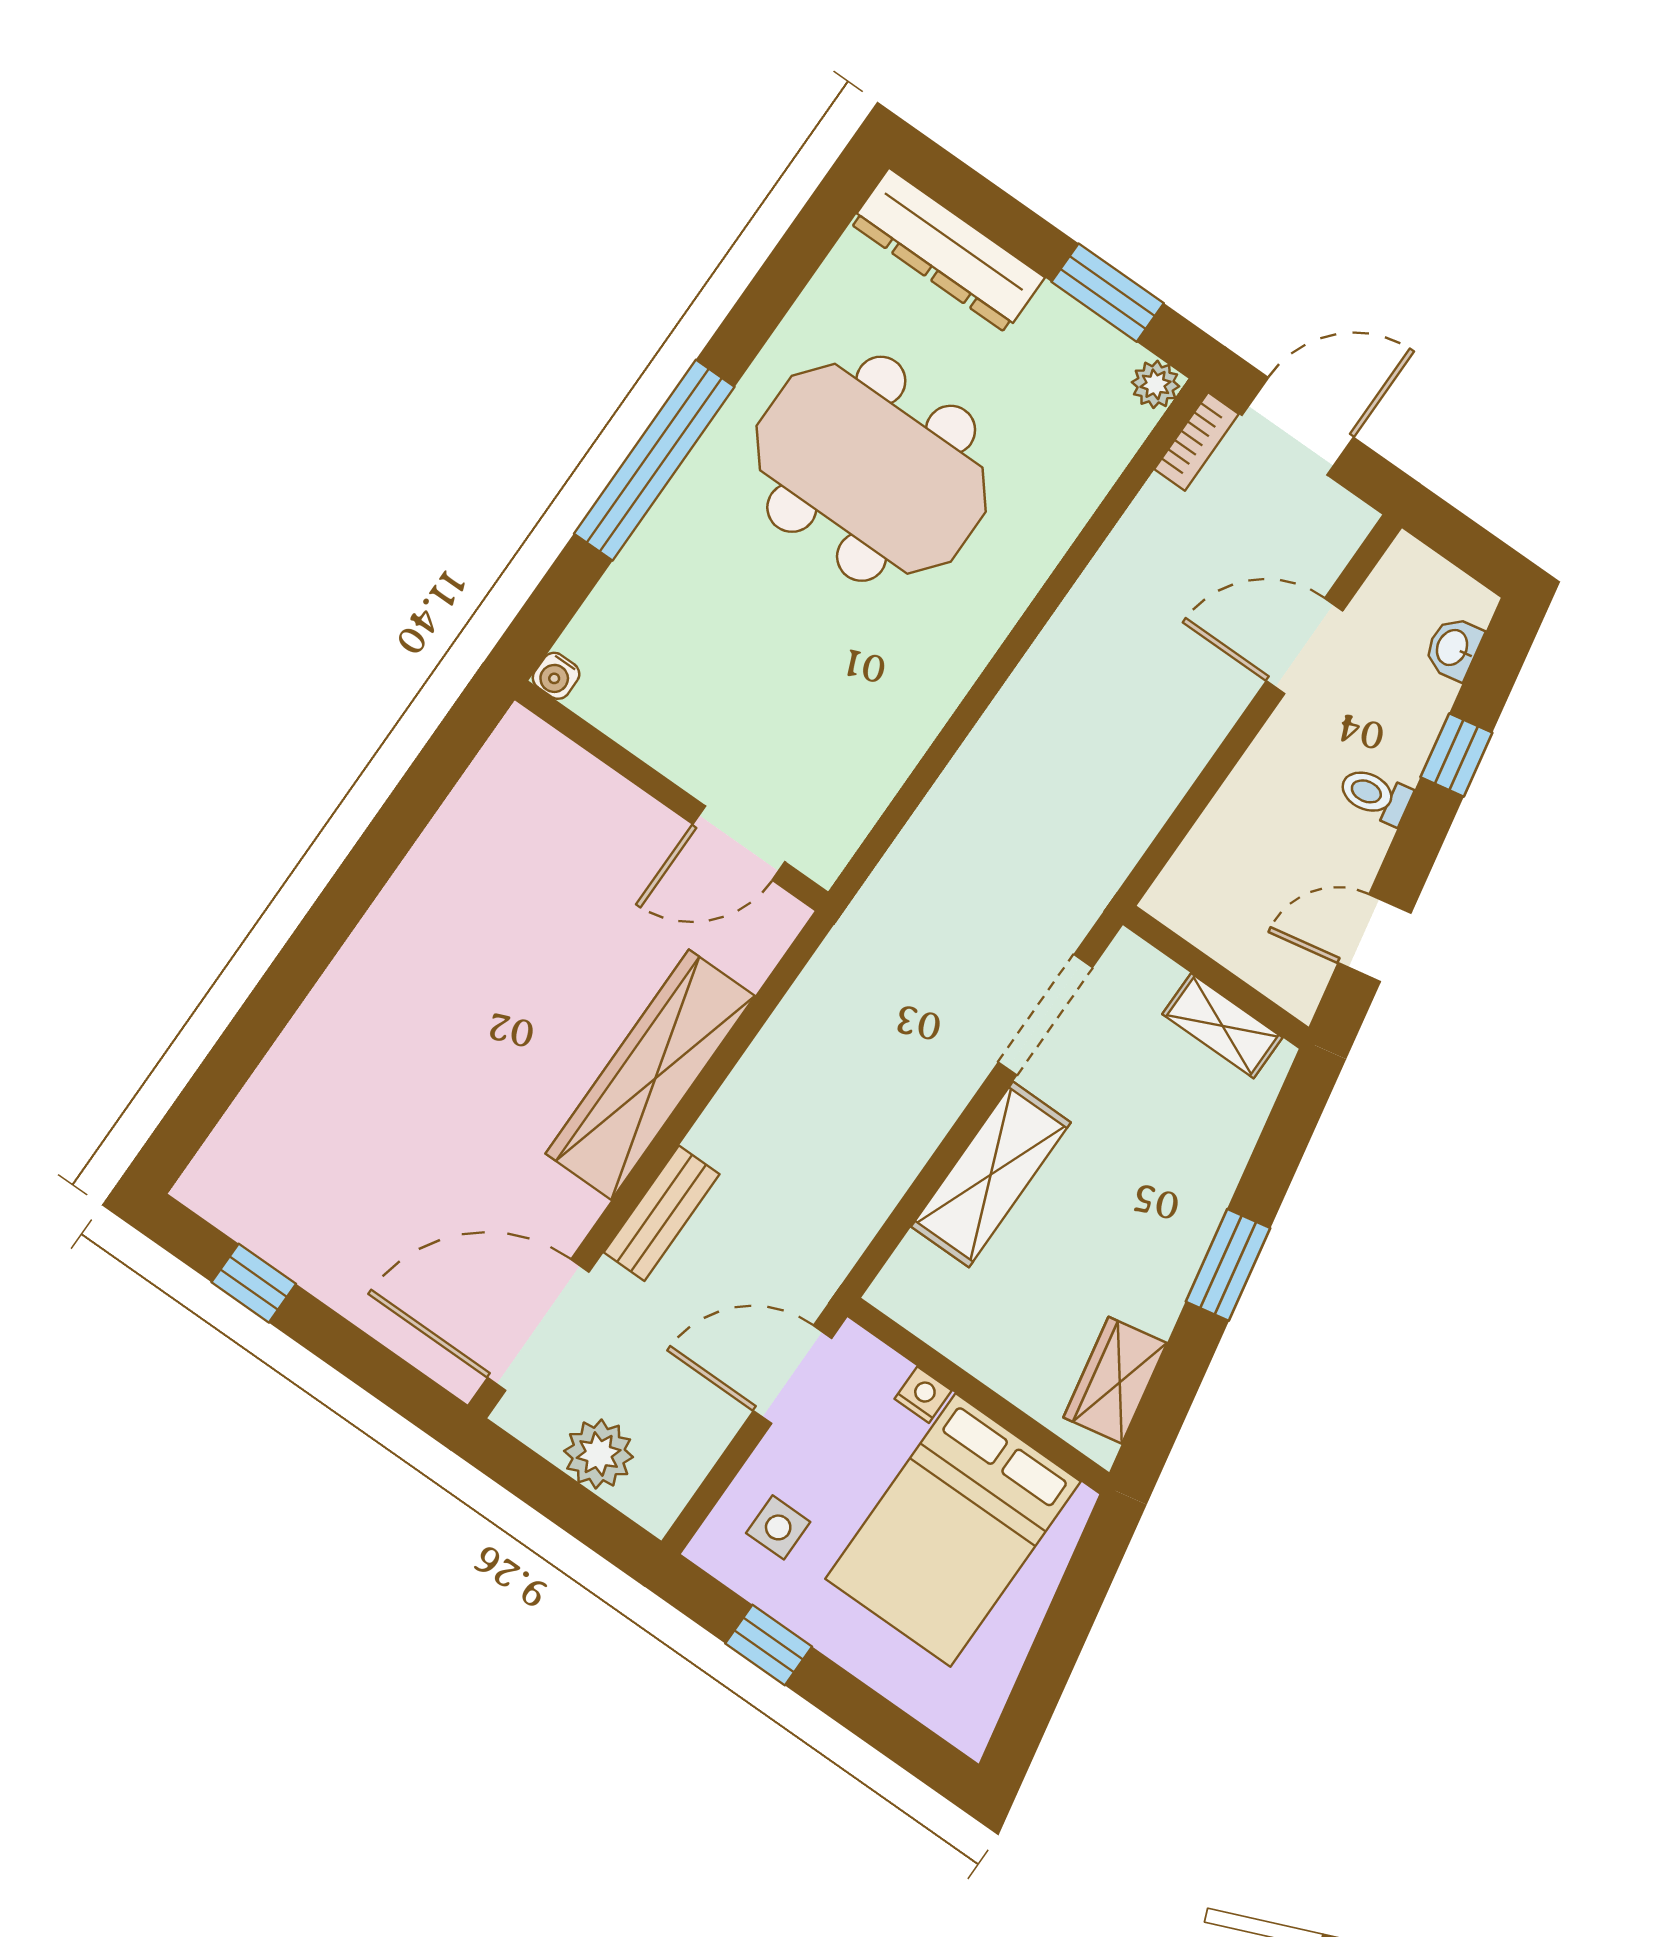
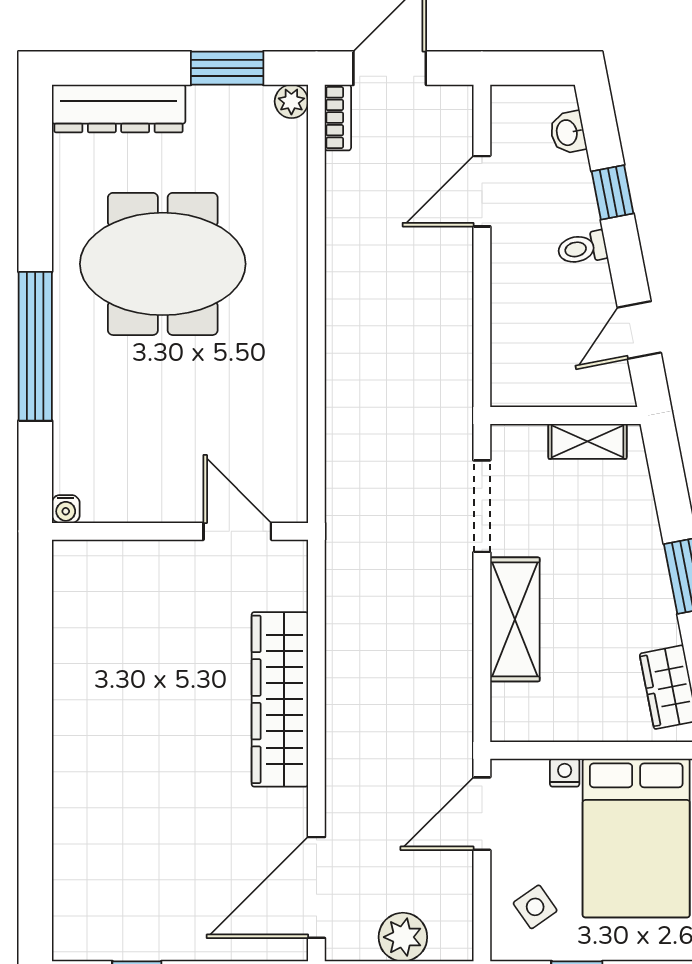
door: (739, 843) -> (237, 531), swing flipped
bench: (662, 1213) -> (342, 774), removed
side table: (778, 1527) -> (535, 907), turned -35

